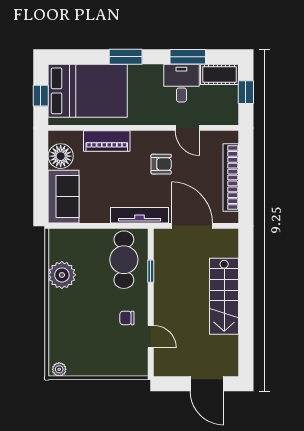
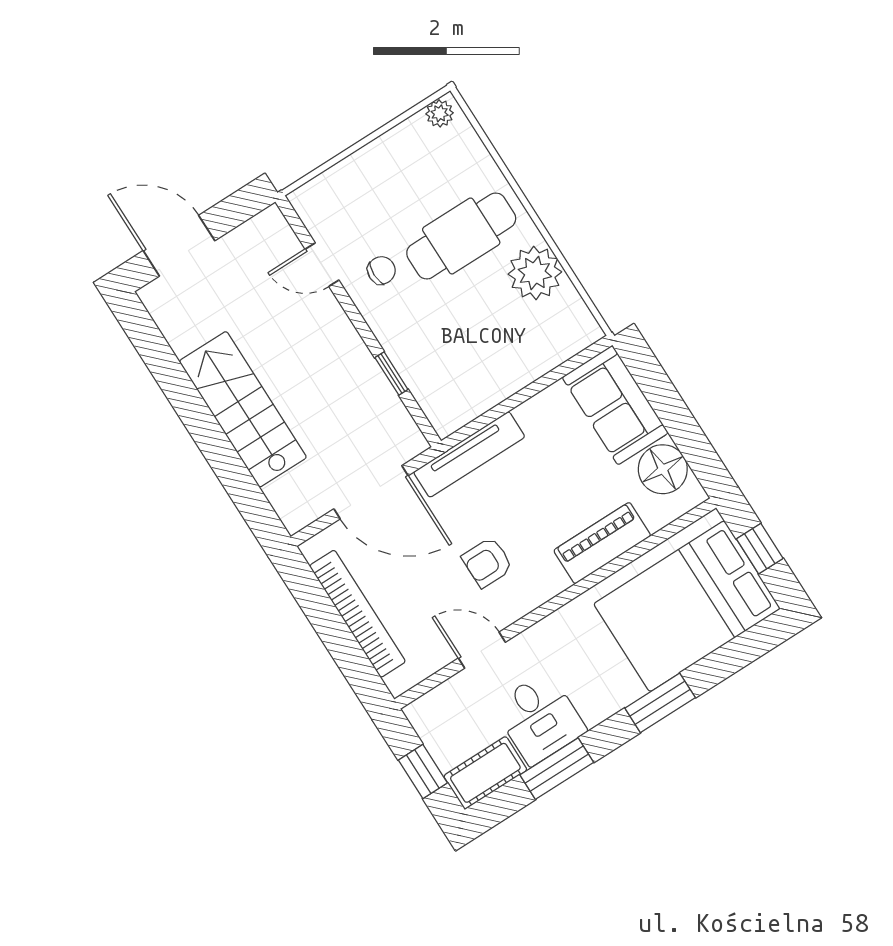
cafe table: (124, 260) -> (461, 236), moved, turned 90

